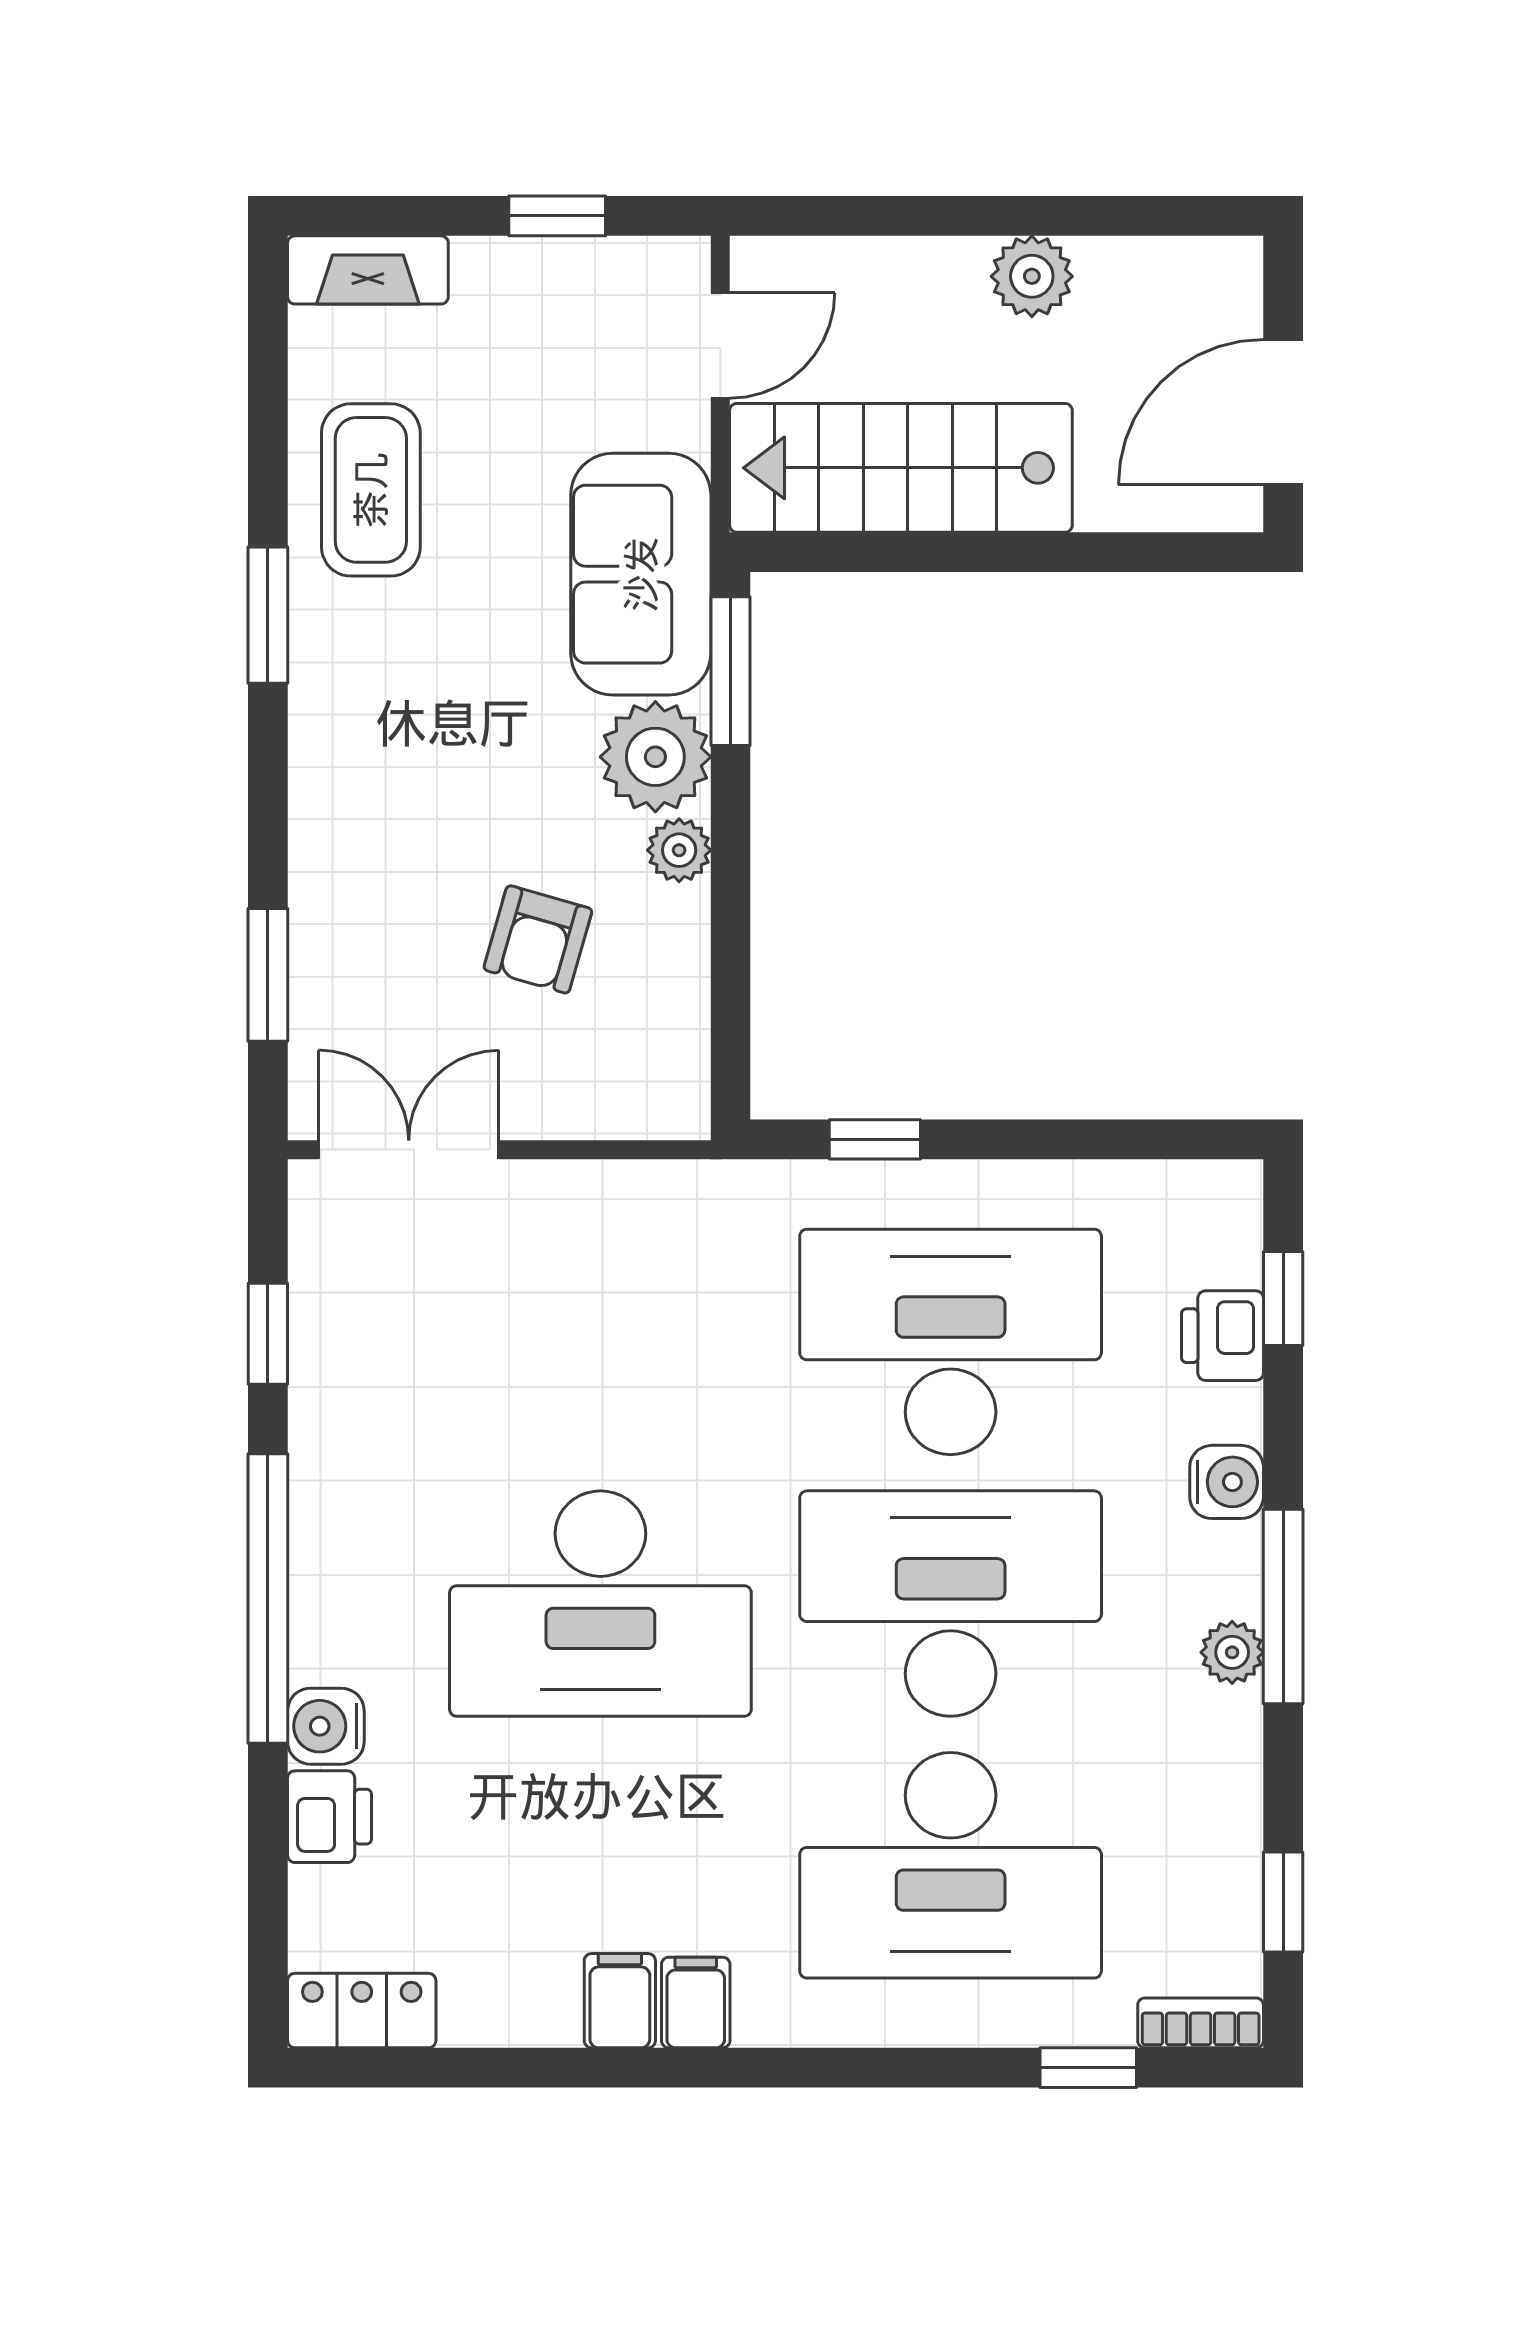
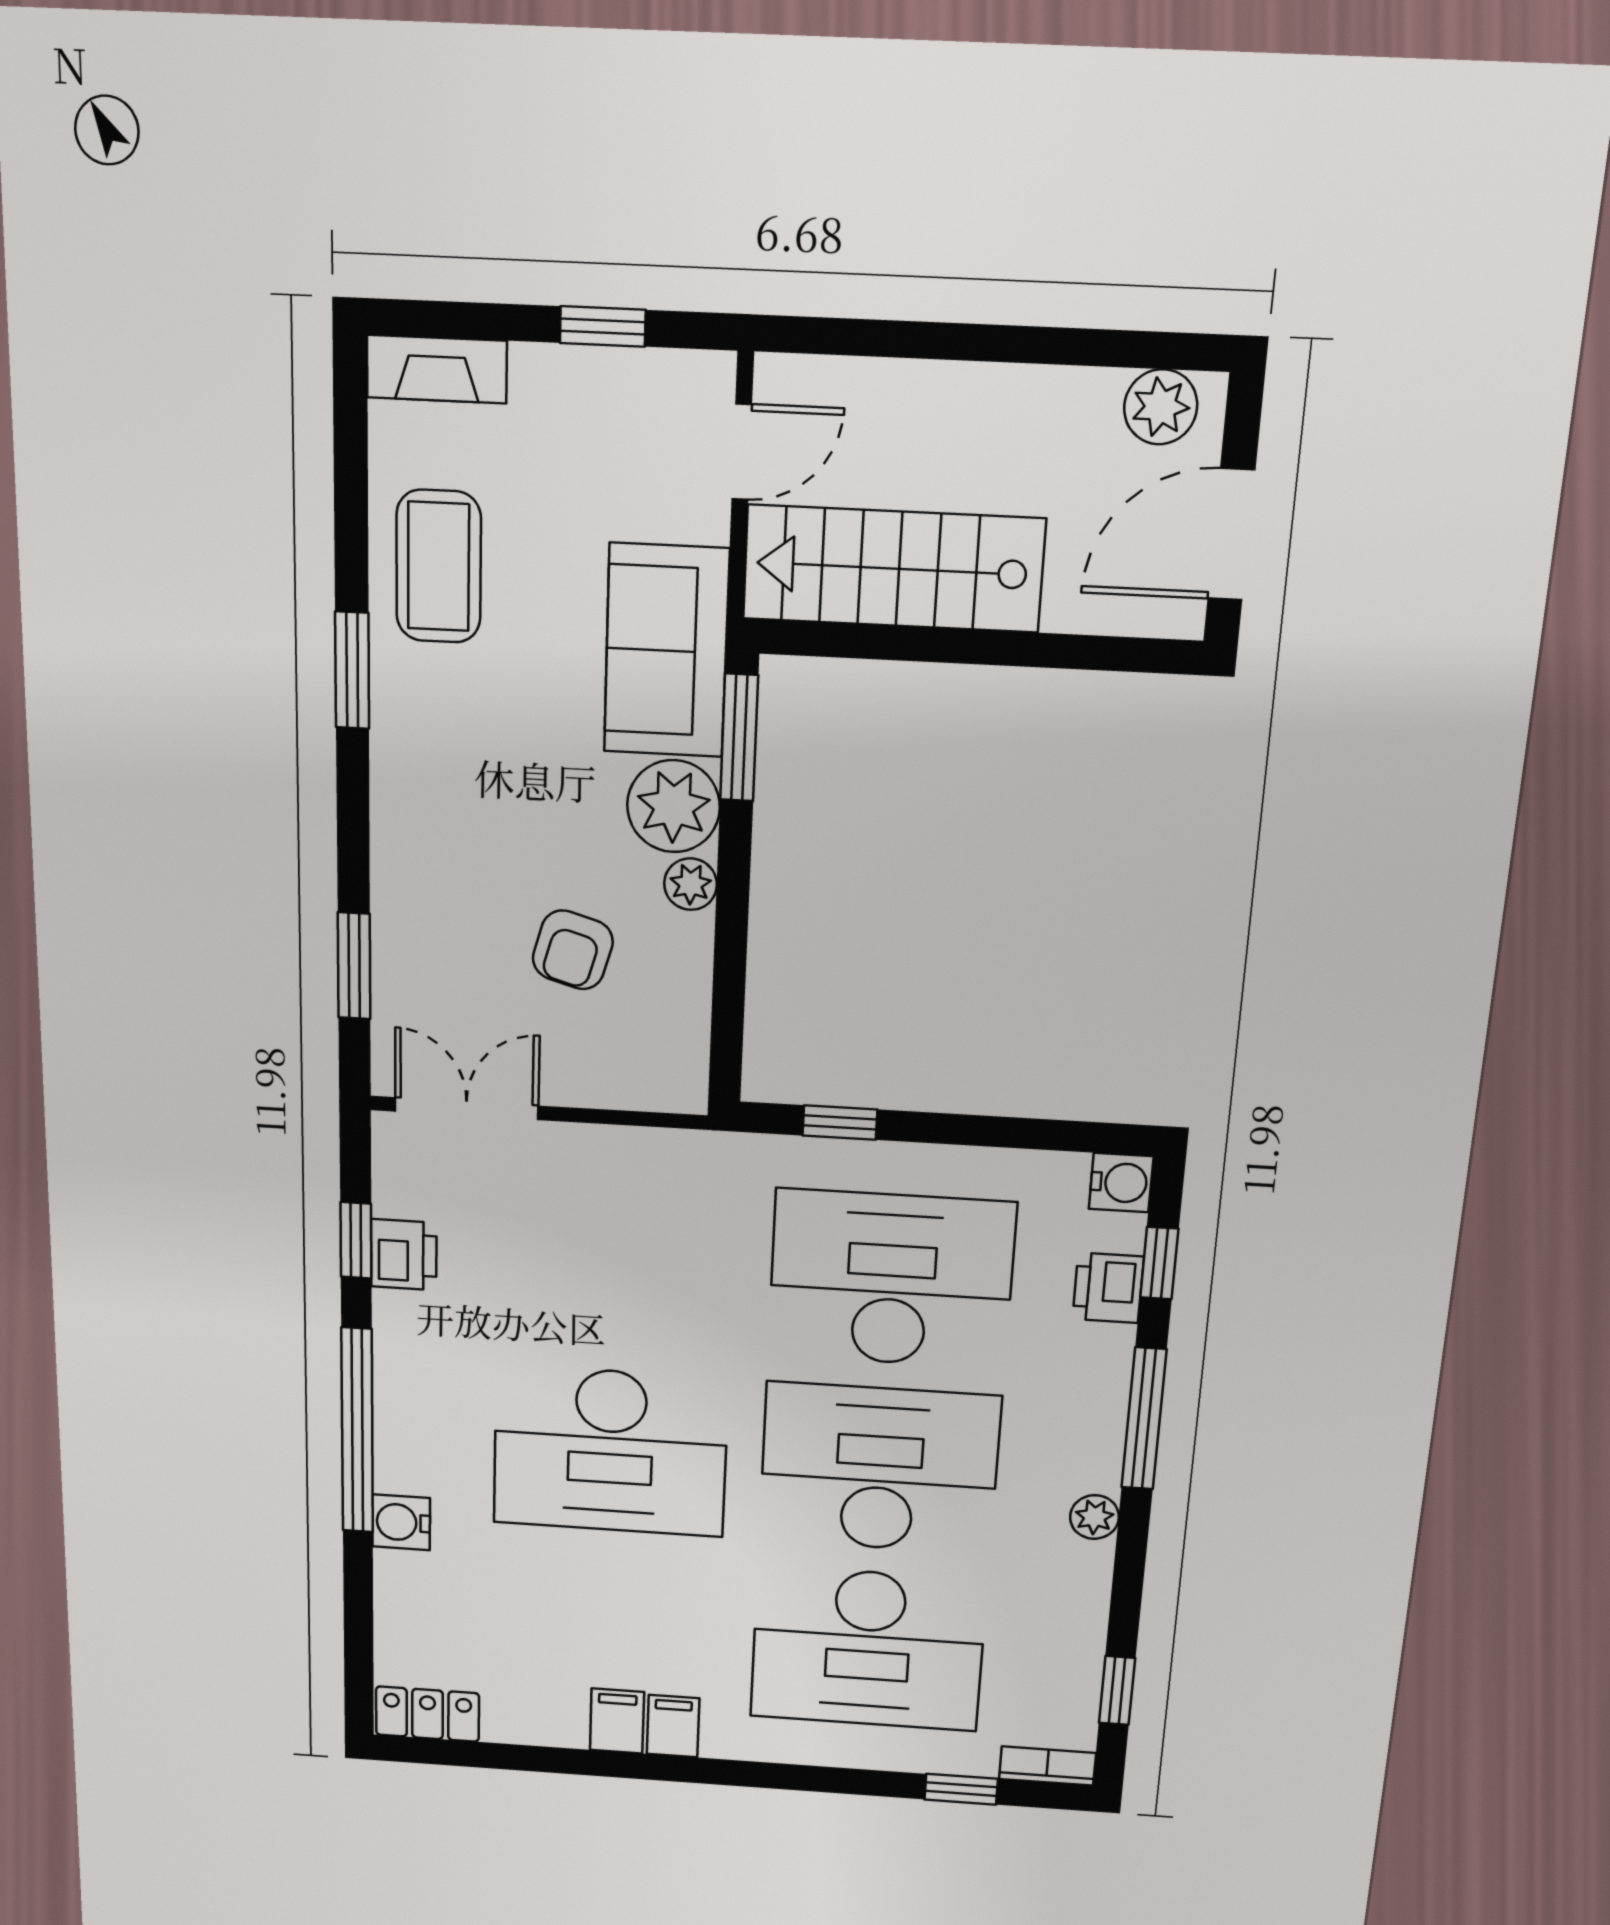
plant: (1032, 276) -> (1161, 407), moved
water cooler: (1227, 1482) -> (1121, 1183), moved
window: (1283, 1607) -> (1144, 1419), moved
printer: (329, 1817) -> (404, 1255), moved

